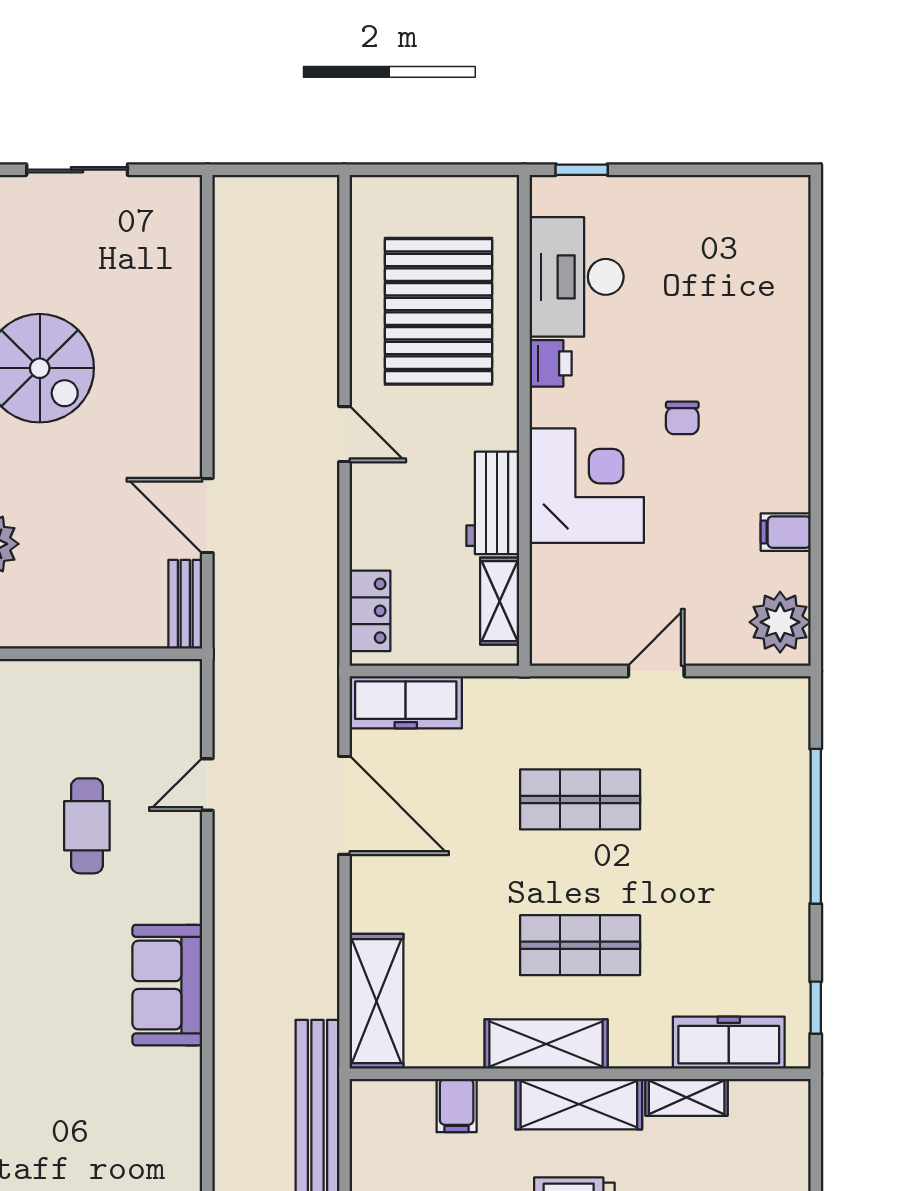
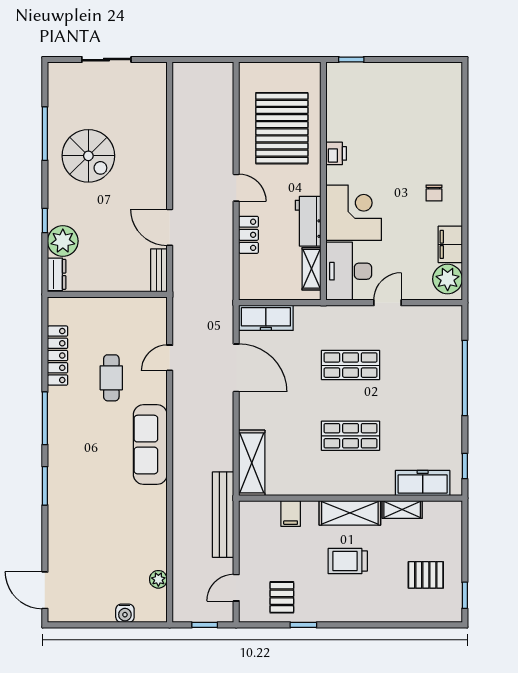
desk: (577, 277) -> (349, 271), moved
chair: (682, 418) -> (434, 193), moved
filing cabinet: (786, 532) -> (450, 244), width x2.00
locker: (370, 611) -> (249, 235), moved
sofa: (167, 985) -> (150, 445), width x1.36
shelving: (546, 1044) -> (334, 484), removed

